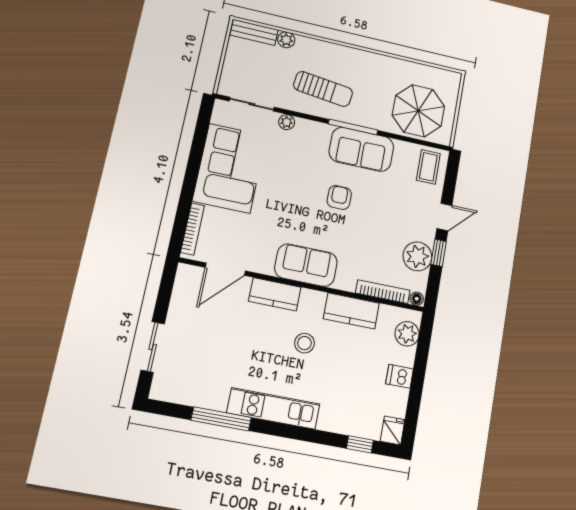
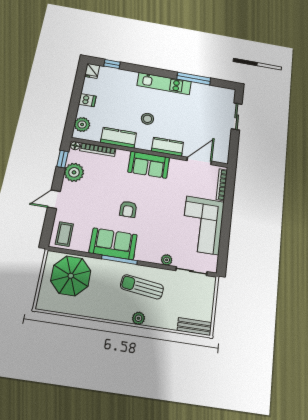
plant: (286, 40) -> (138, 318), moved
window: (439, 253) -> (63, 159), moved

